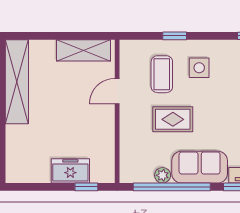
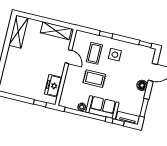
shelving: (17, 82) -> (18, 32), width x0.68
door: (117, 91) -> (68, 57), swing flipped
freezer: (70, 171) -> (53, 86), moved, turned -90

